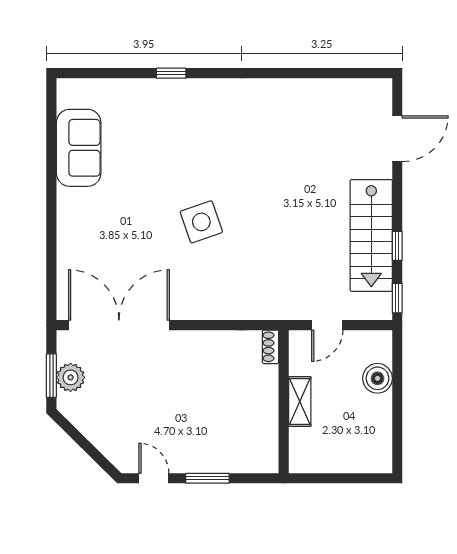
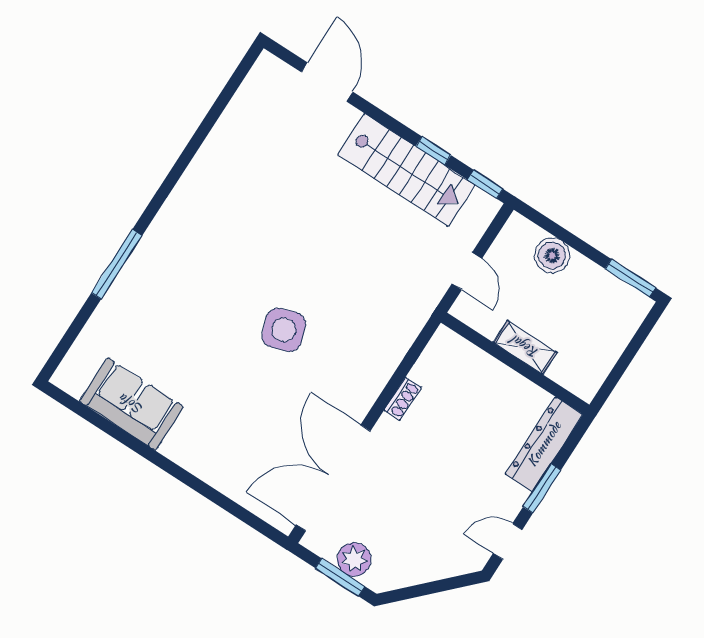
window: (171, 73) -> (117, 264), width x2.17
shoe rack: (271, 347) -> (403, 399), moved, turned -90
window: (397, 444) -> (630, 278), added
dresser: (240, 459) -> (544, 444), added

